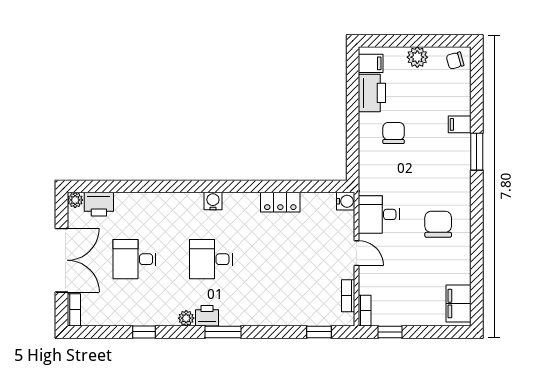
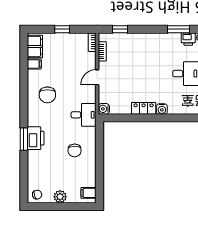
printer: (372, 93) -> (36, 138), moved, turned 180
filing cabinet: (460, 124) -> (34, 64), moved
water cooler: (213, 201) -> (162, 109), moved
desk: (379, 214) -> (84, 115), moved
door: (356, 253) -> (97, 77), hinge flipped
window: (390, 332) -> (62, 29), moved

